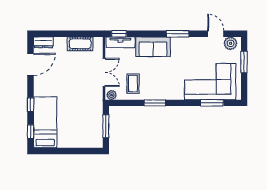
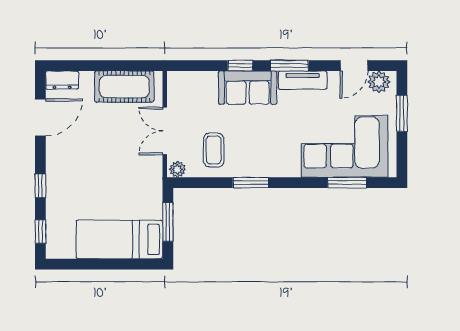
window: (119, 34) -> (240, 66), moved
door: (216, 34) -> (354, 66), swing flipped
tv unit: (121, 42) -> (303, 80), moved
cot: (80, 44) -> (124, 87), width x1.37, depth x1.34
double door: (104, 72) -> (165, 131), swing flipped
bed: (45, 122) -> (119, 239), moved, turned -90

